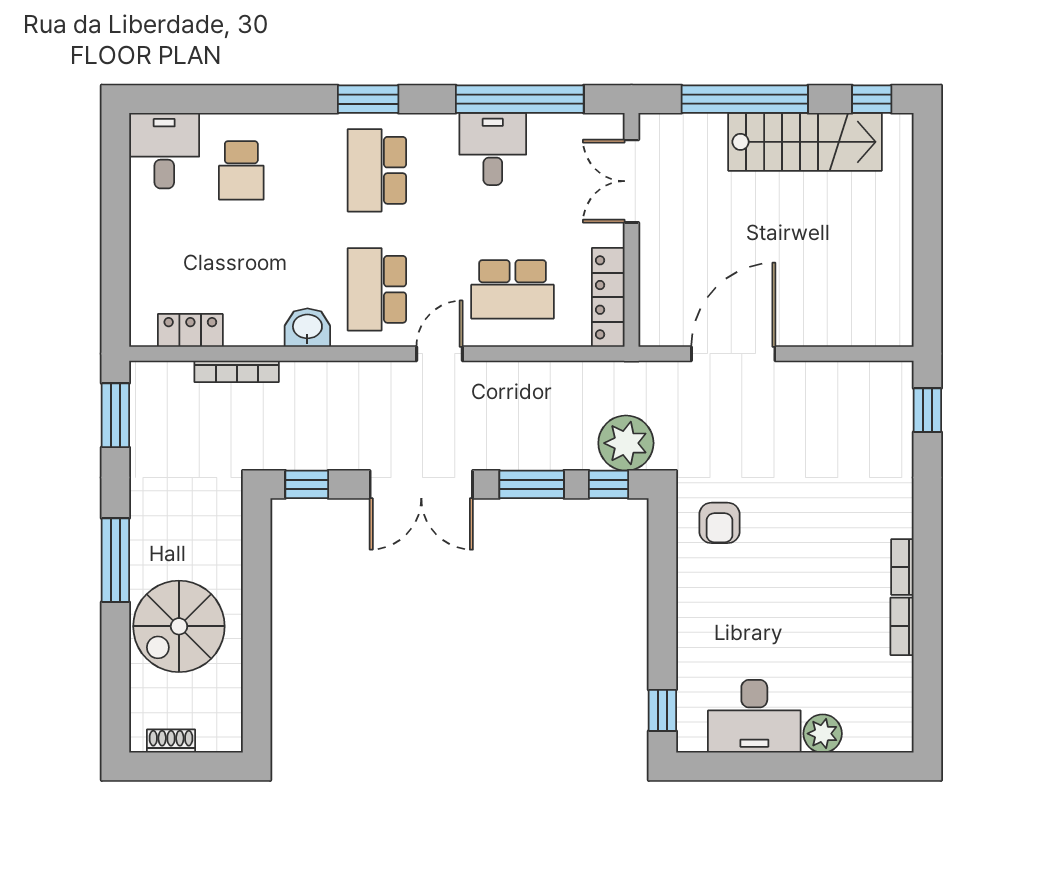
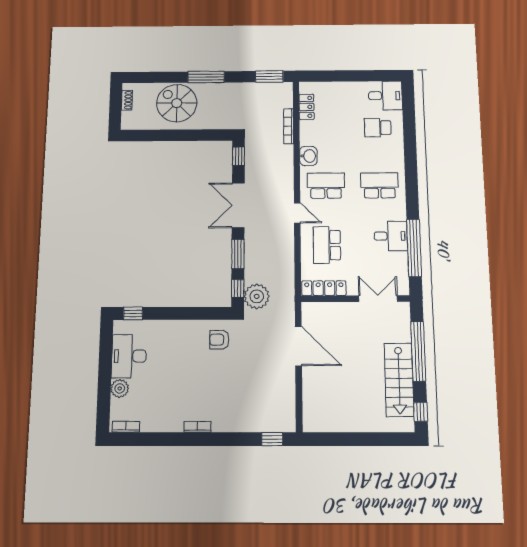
window: (368, 99) -> (411, 181), removed
bookcase: (902, 626) -> (126, 427), moved

